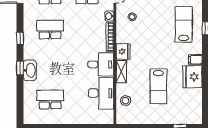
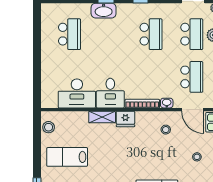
lab bench: (158, 86) -> (67, 157), moved
stool: (126, 101) -> (49, 127), moved

